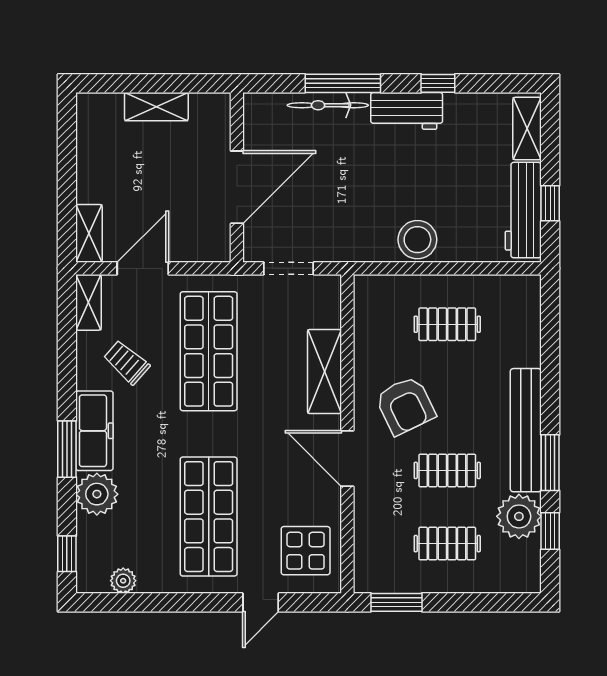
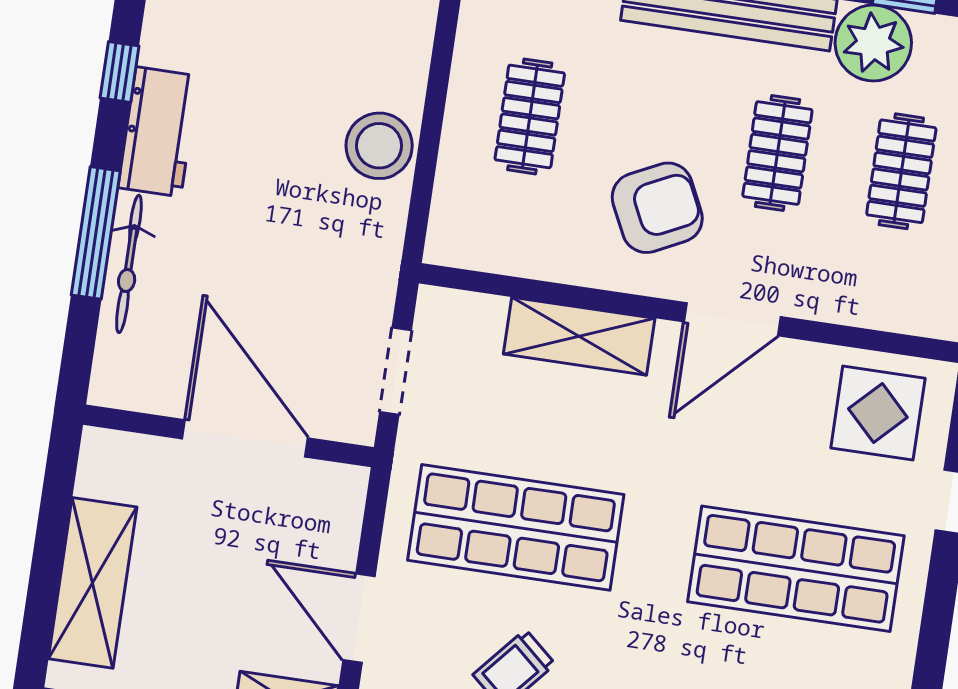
shelving: (156, 107) -> (93, 583), width x1.50, depth x1.33

